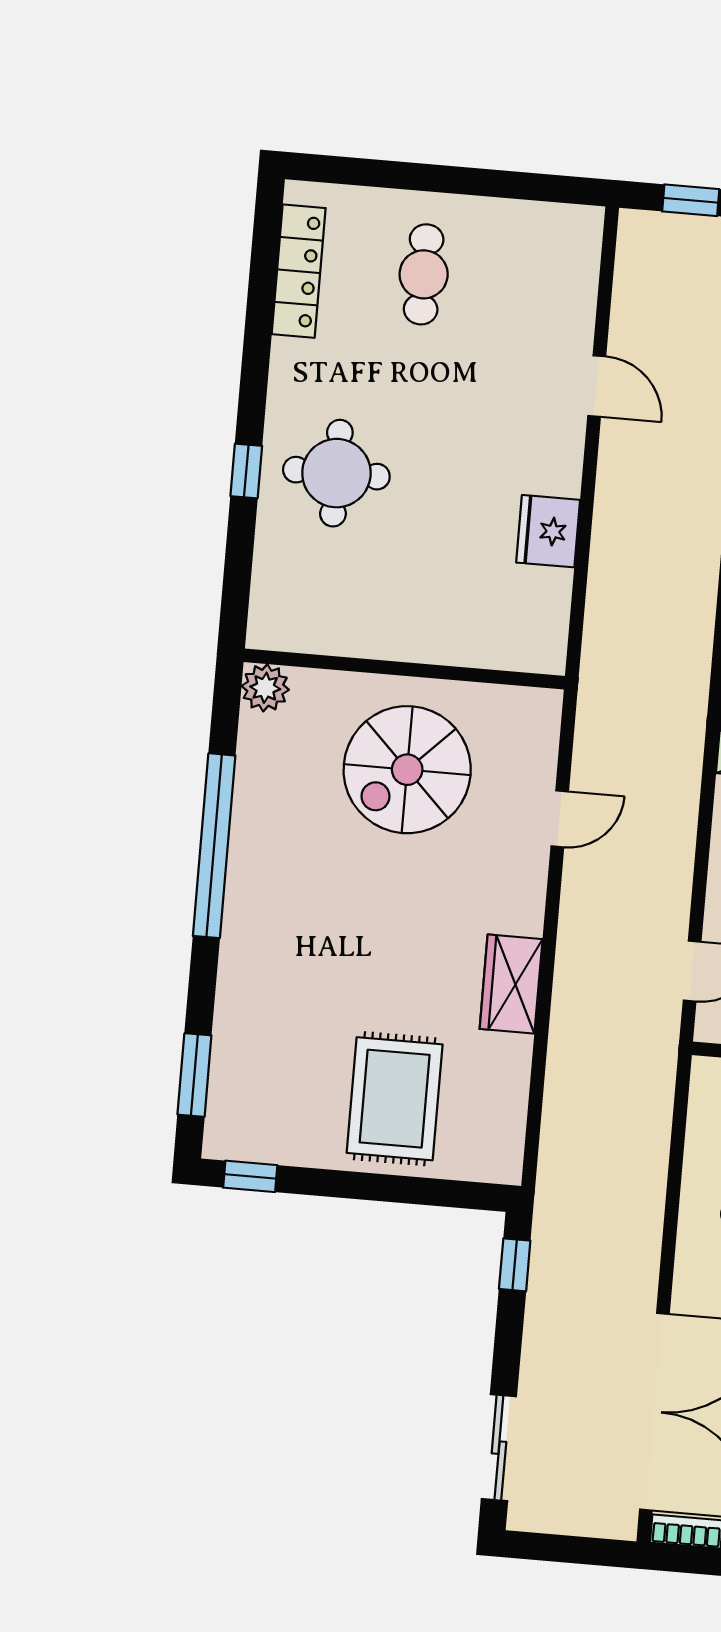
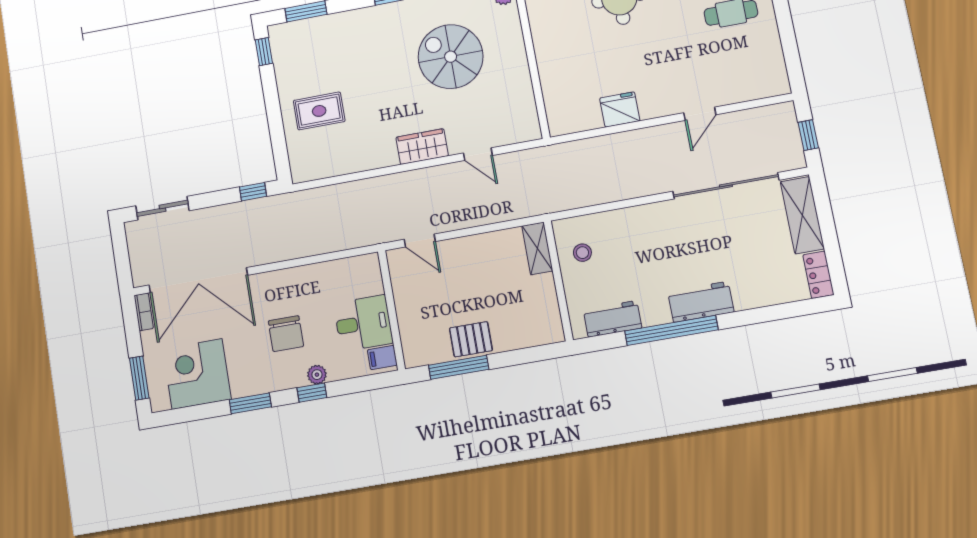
spiral stairs: (407, 770) -> (451, 57), moved
wardrobe: (511, 984) -> (422, 147), moved
rug: (395, 1099) -> (319, 111), width x0.73, depth x0.70

